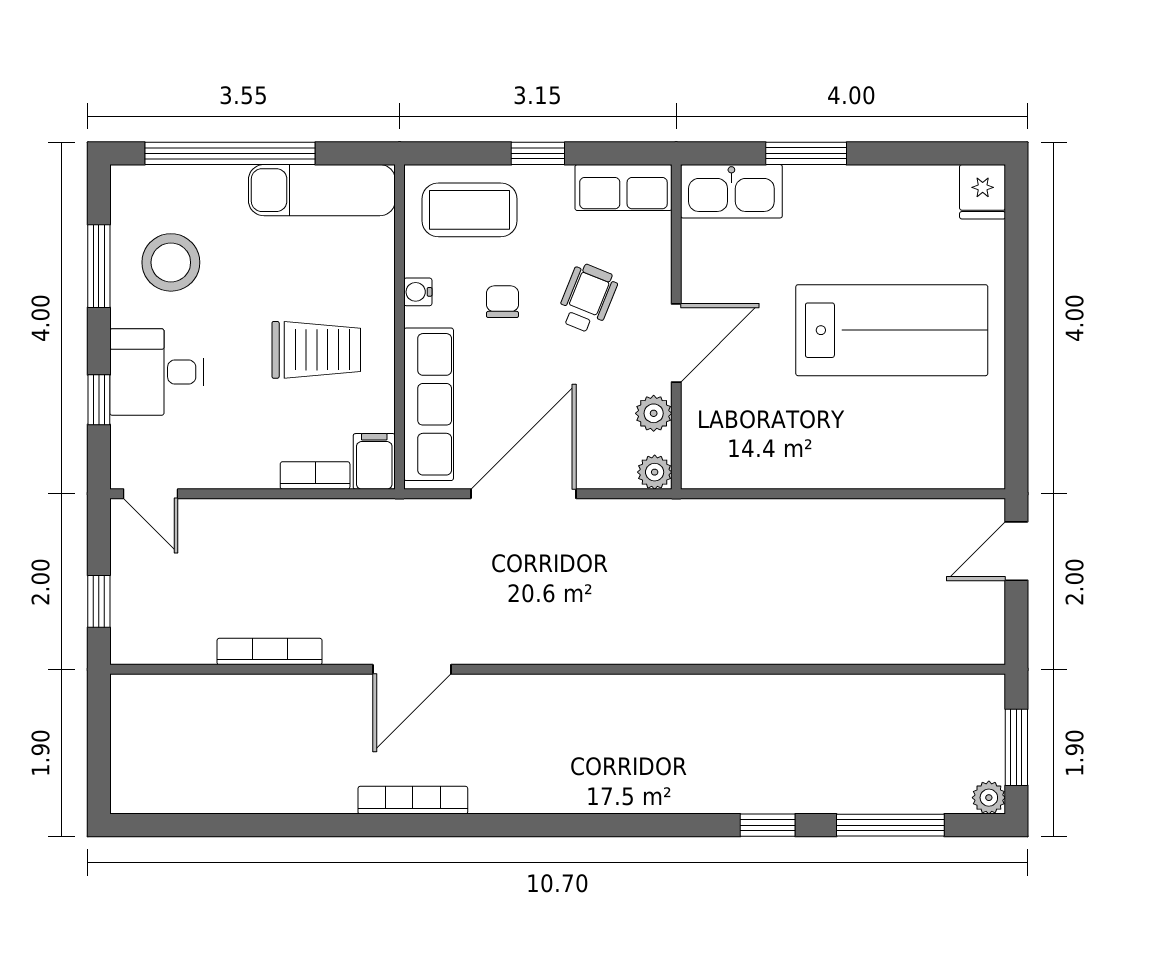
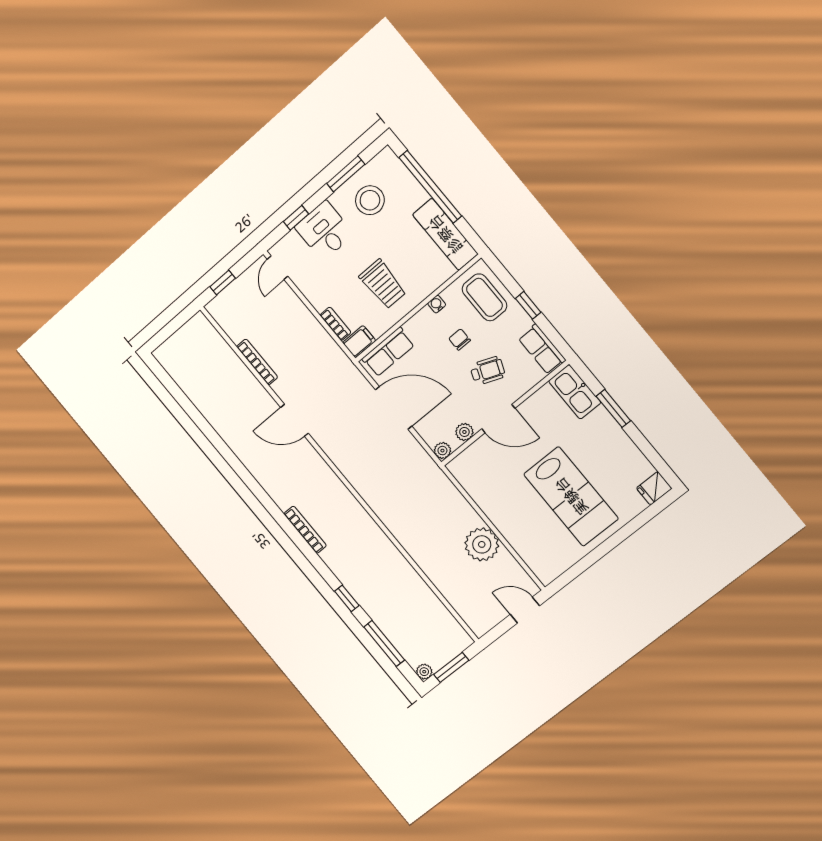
chair: (502, 302) -> (460, 339), turned -90
row of seats: (429, 404) -> (388, 352), width x0.68
plant: (855, 533) -> (482, 544), added
bookcase: (413, 800) -> (305, 530), moved

